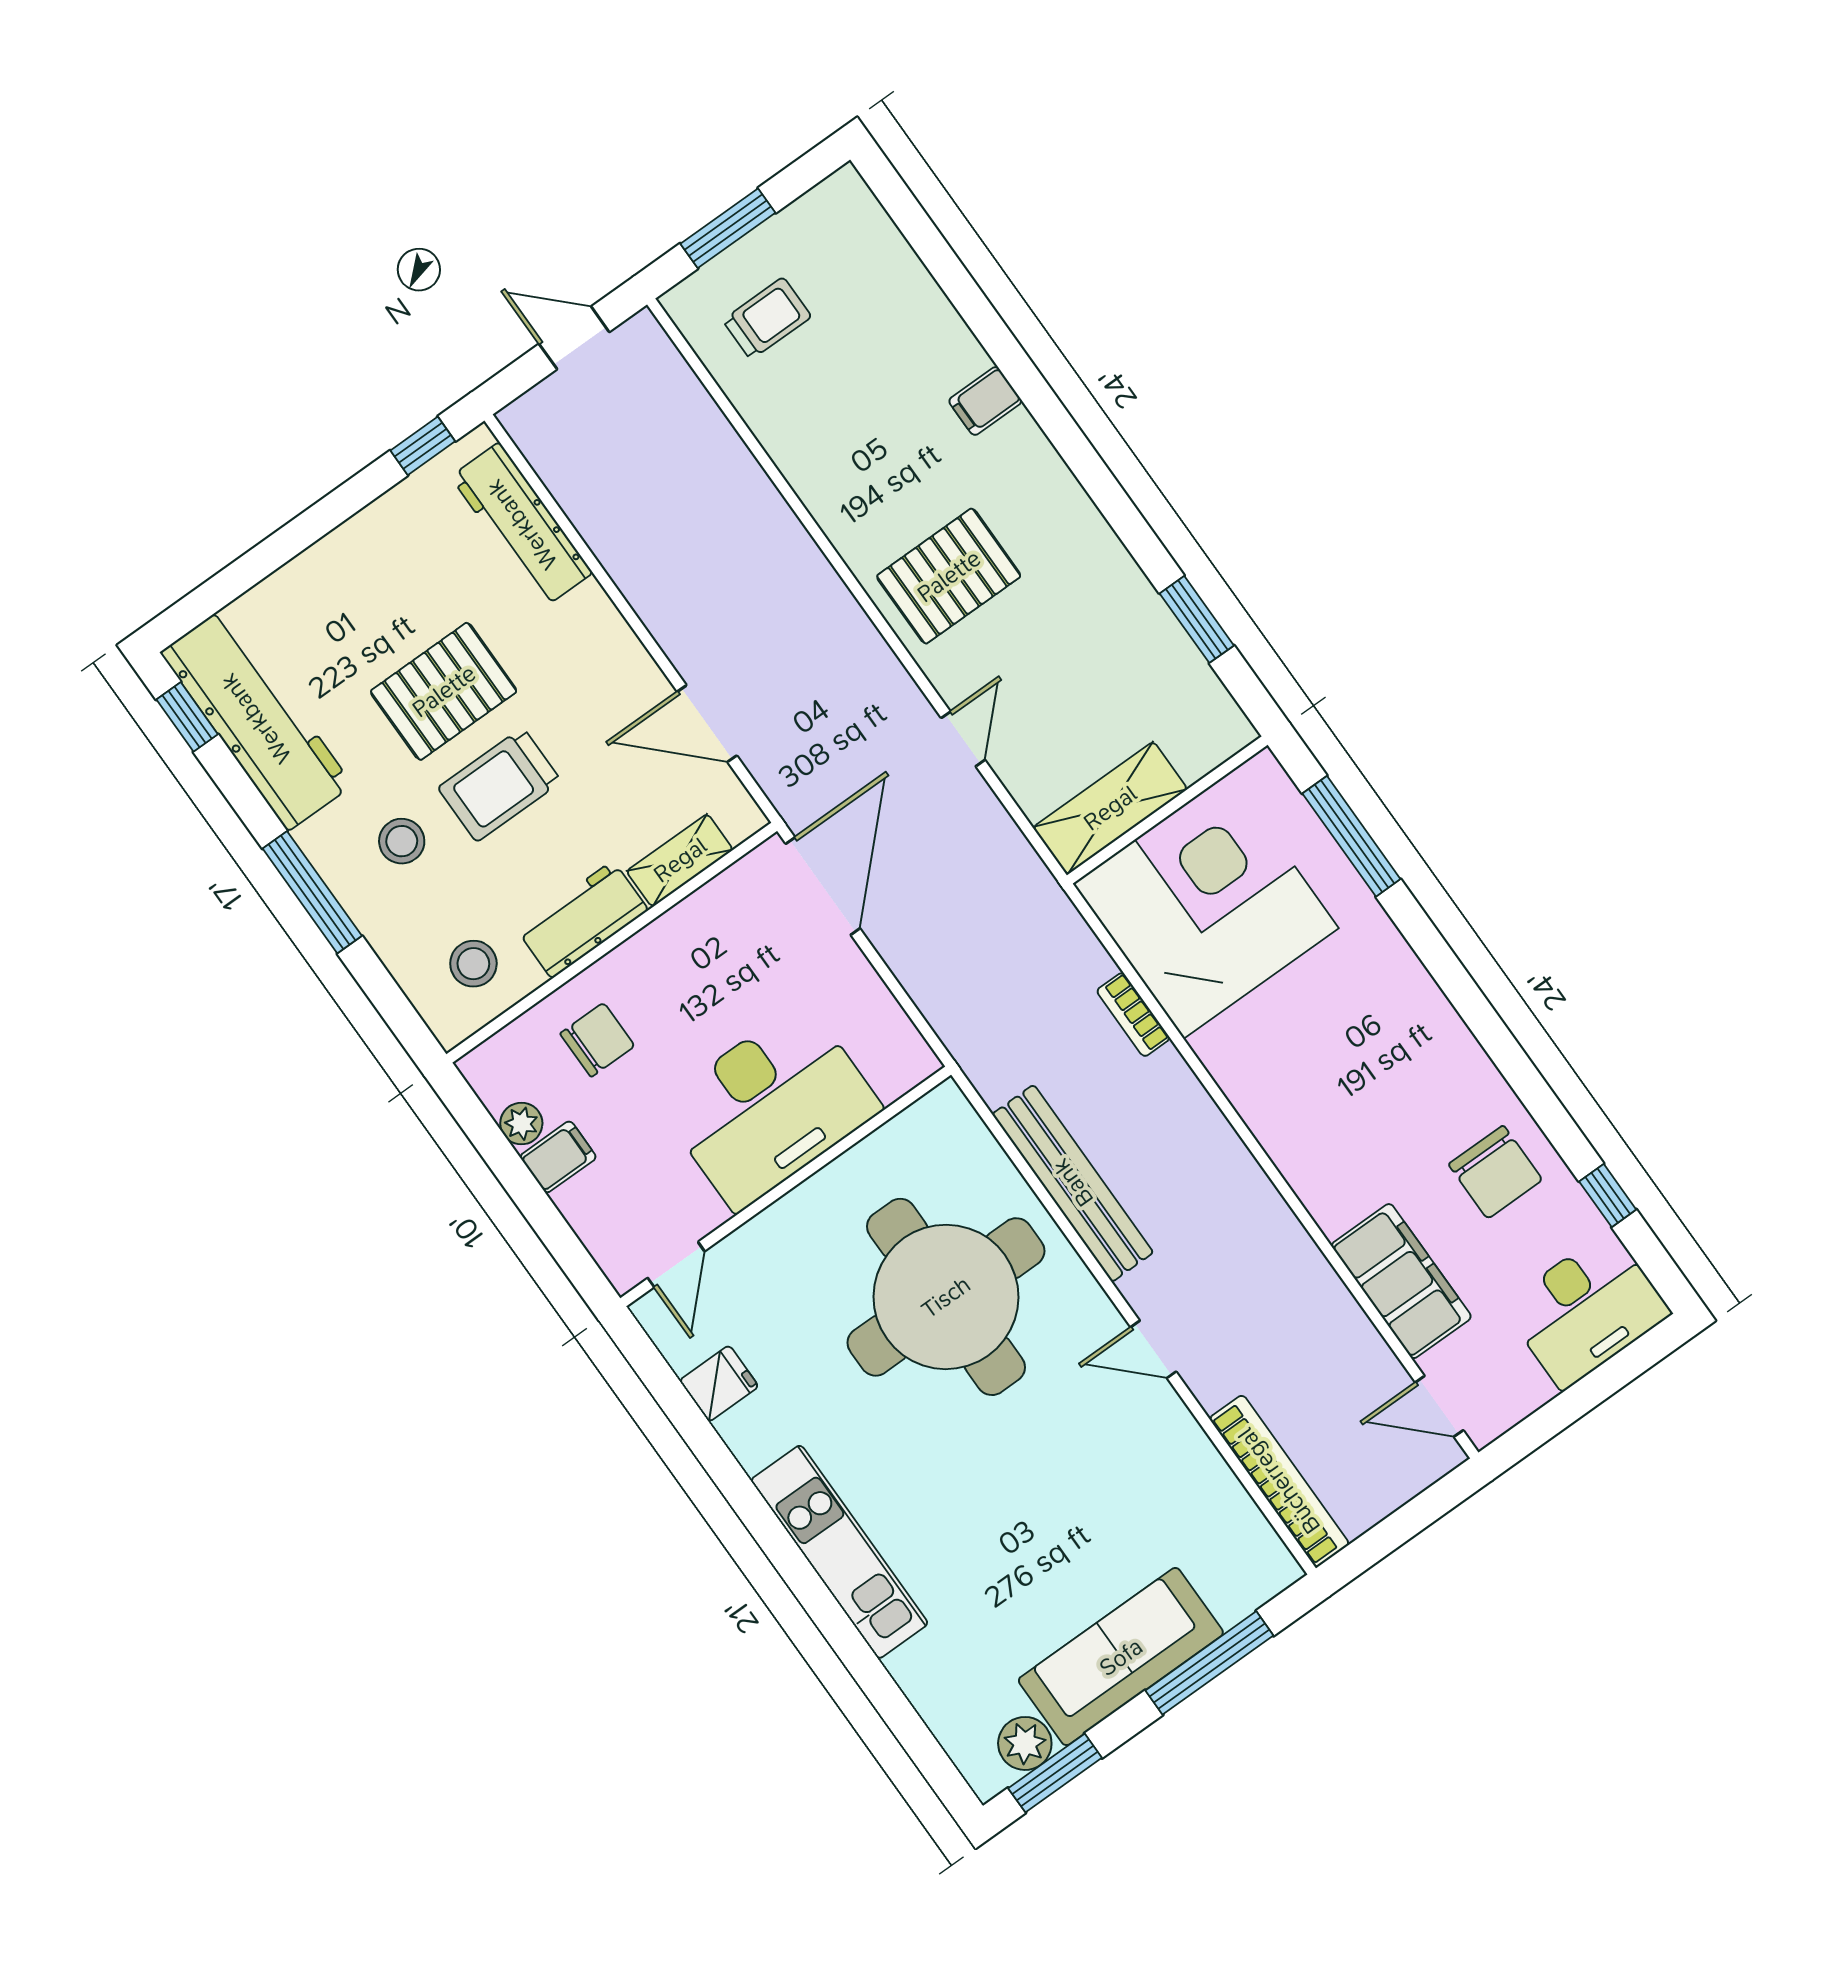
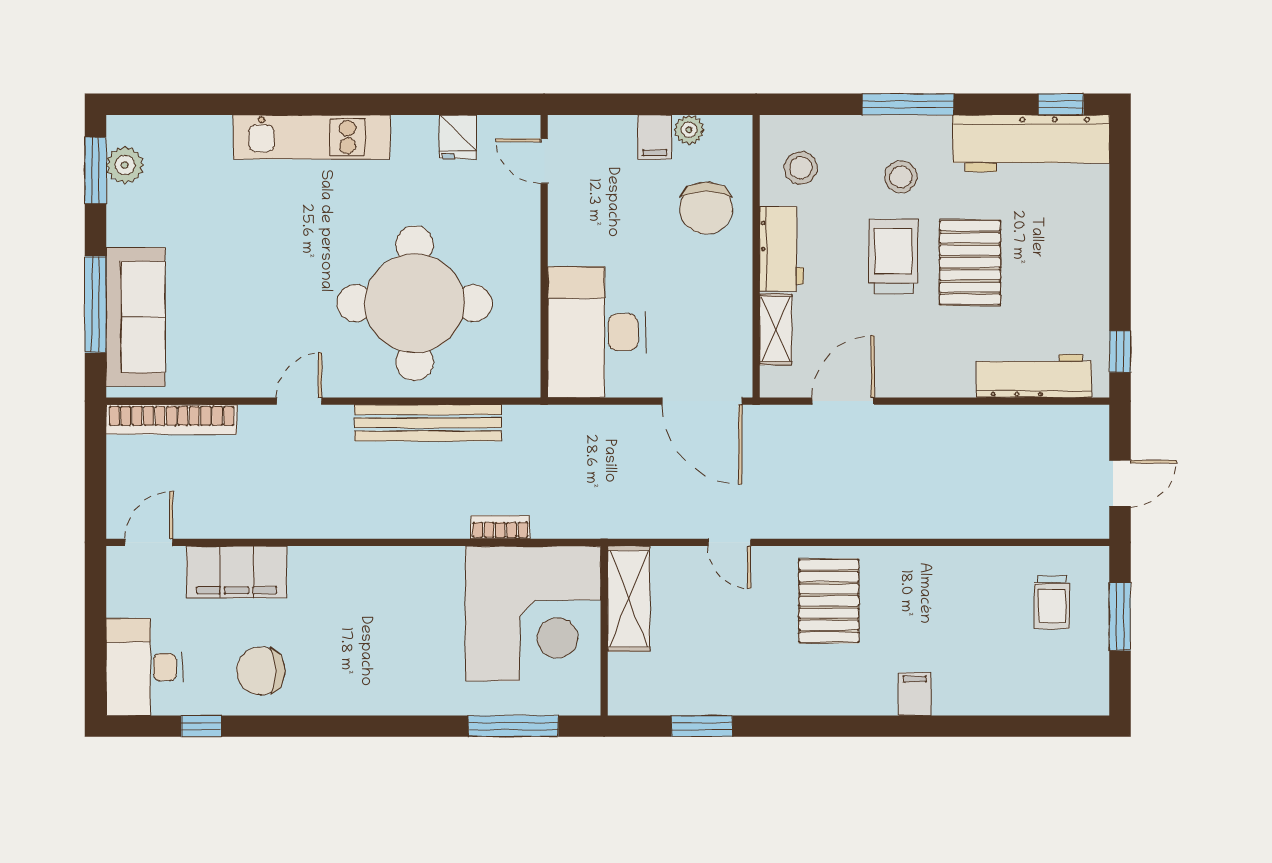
chair: (597, 1040) -> (706, 208), width x1.37, depth x1.37
desk: (770, 1106) -> (597, 332), moved
sofa: (1121, 1657) -> (136, 317), moved

